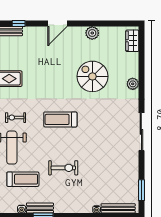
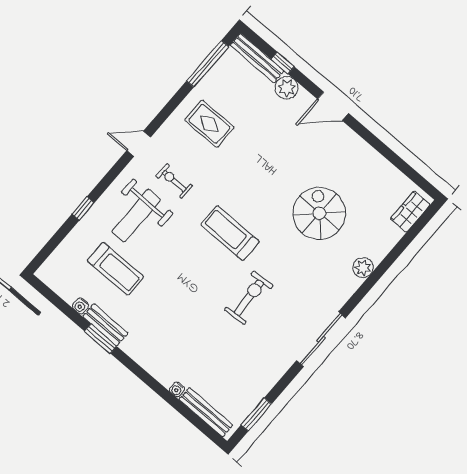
plant: (92, 33) -> (287, 88), moved
exercise bike: (63, 168) -> (249, 298), moved, turned -94

